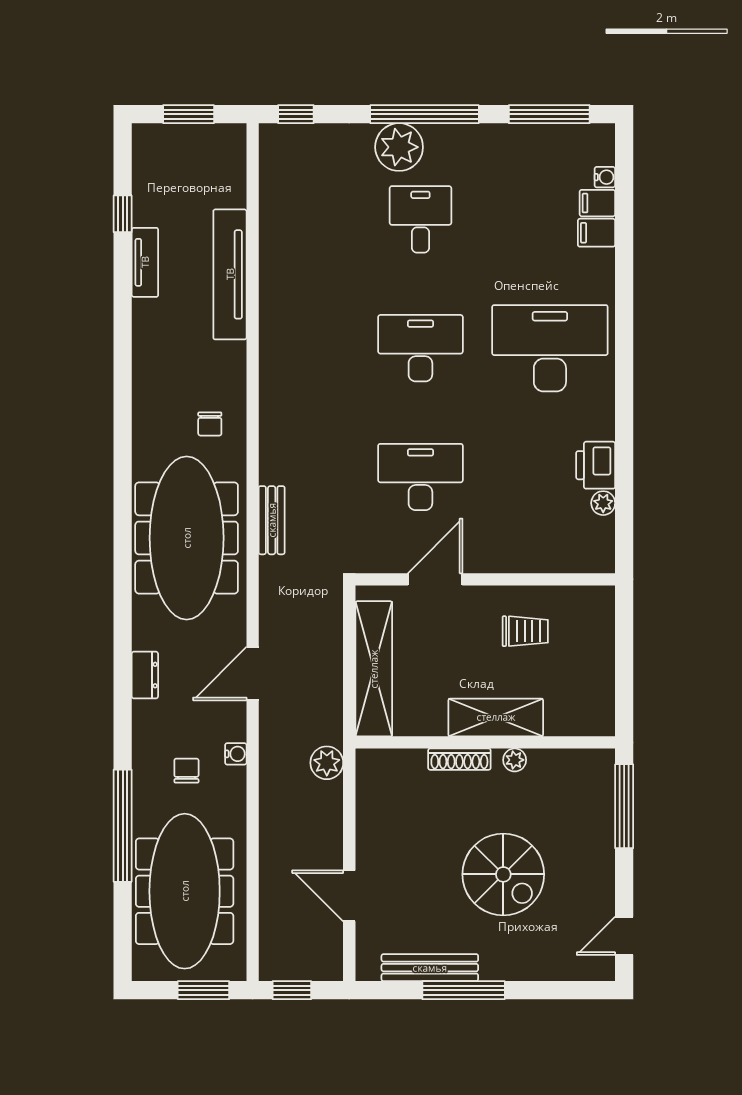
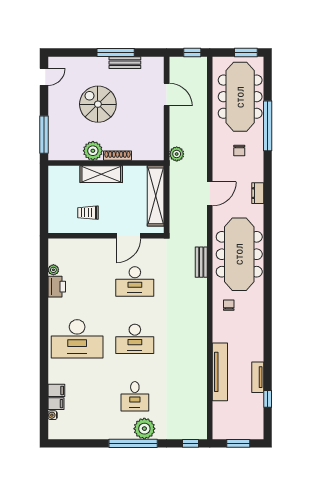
window: (549, 114) -> (77, 443), removed
water cooler: (236, 754) -> (217, 158), removed
plant: (515, 760) -> (93, 151), width x1.87, depth x1.87
bench: (430, 968) -> (125, 63), width x0.73
window: (203, 990) -> (246, 53), moved

